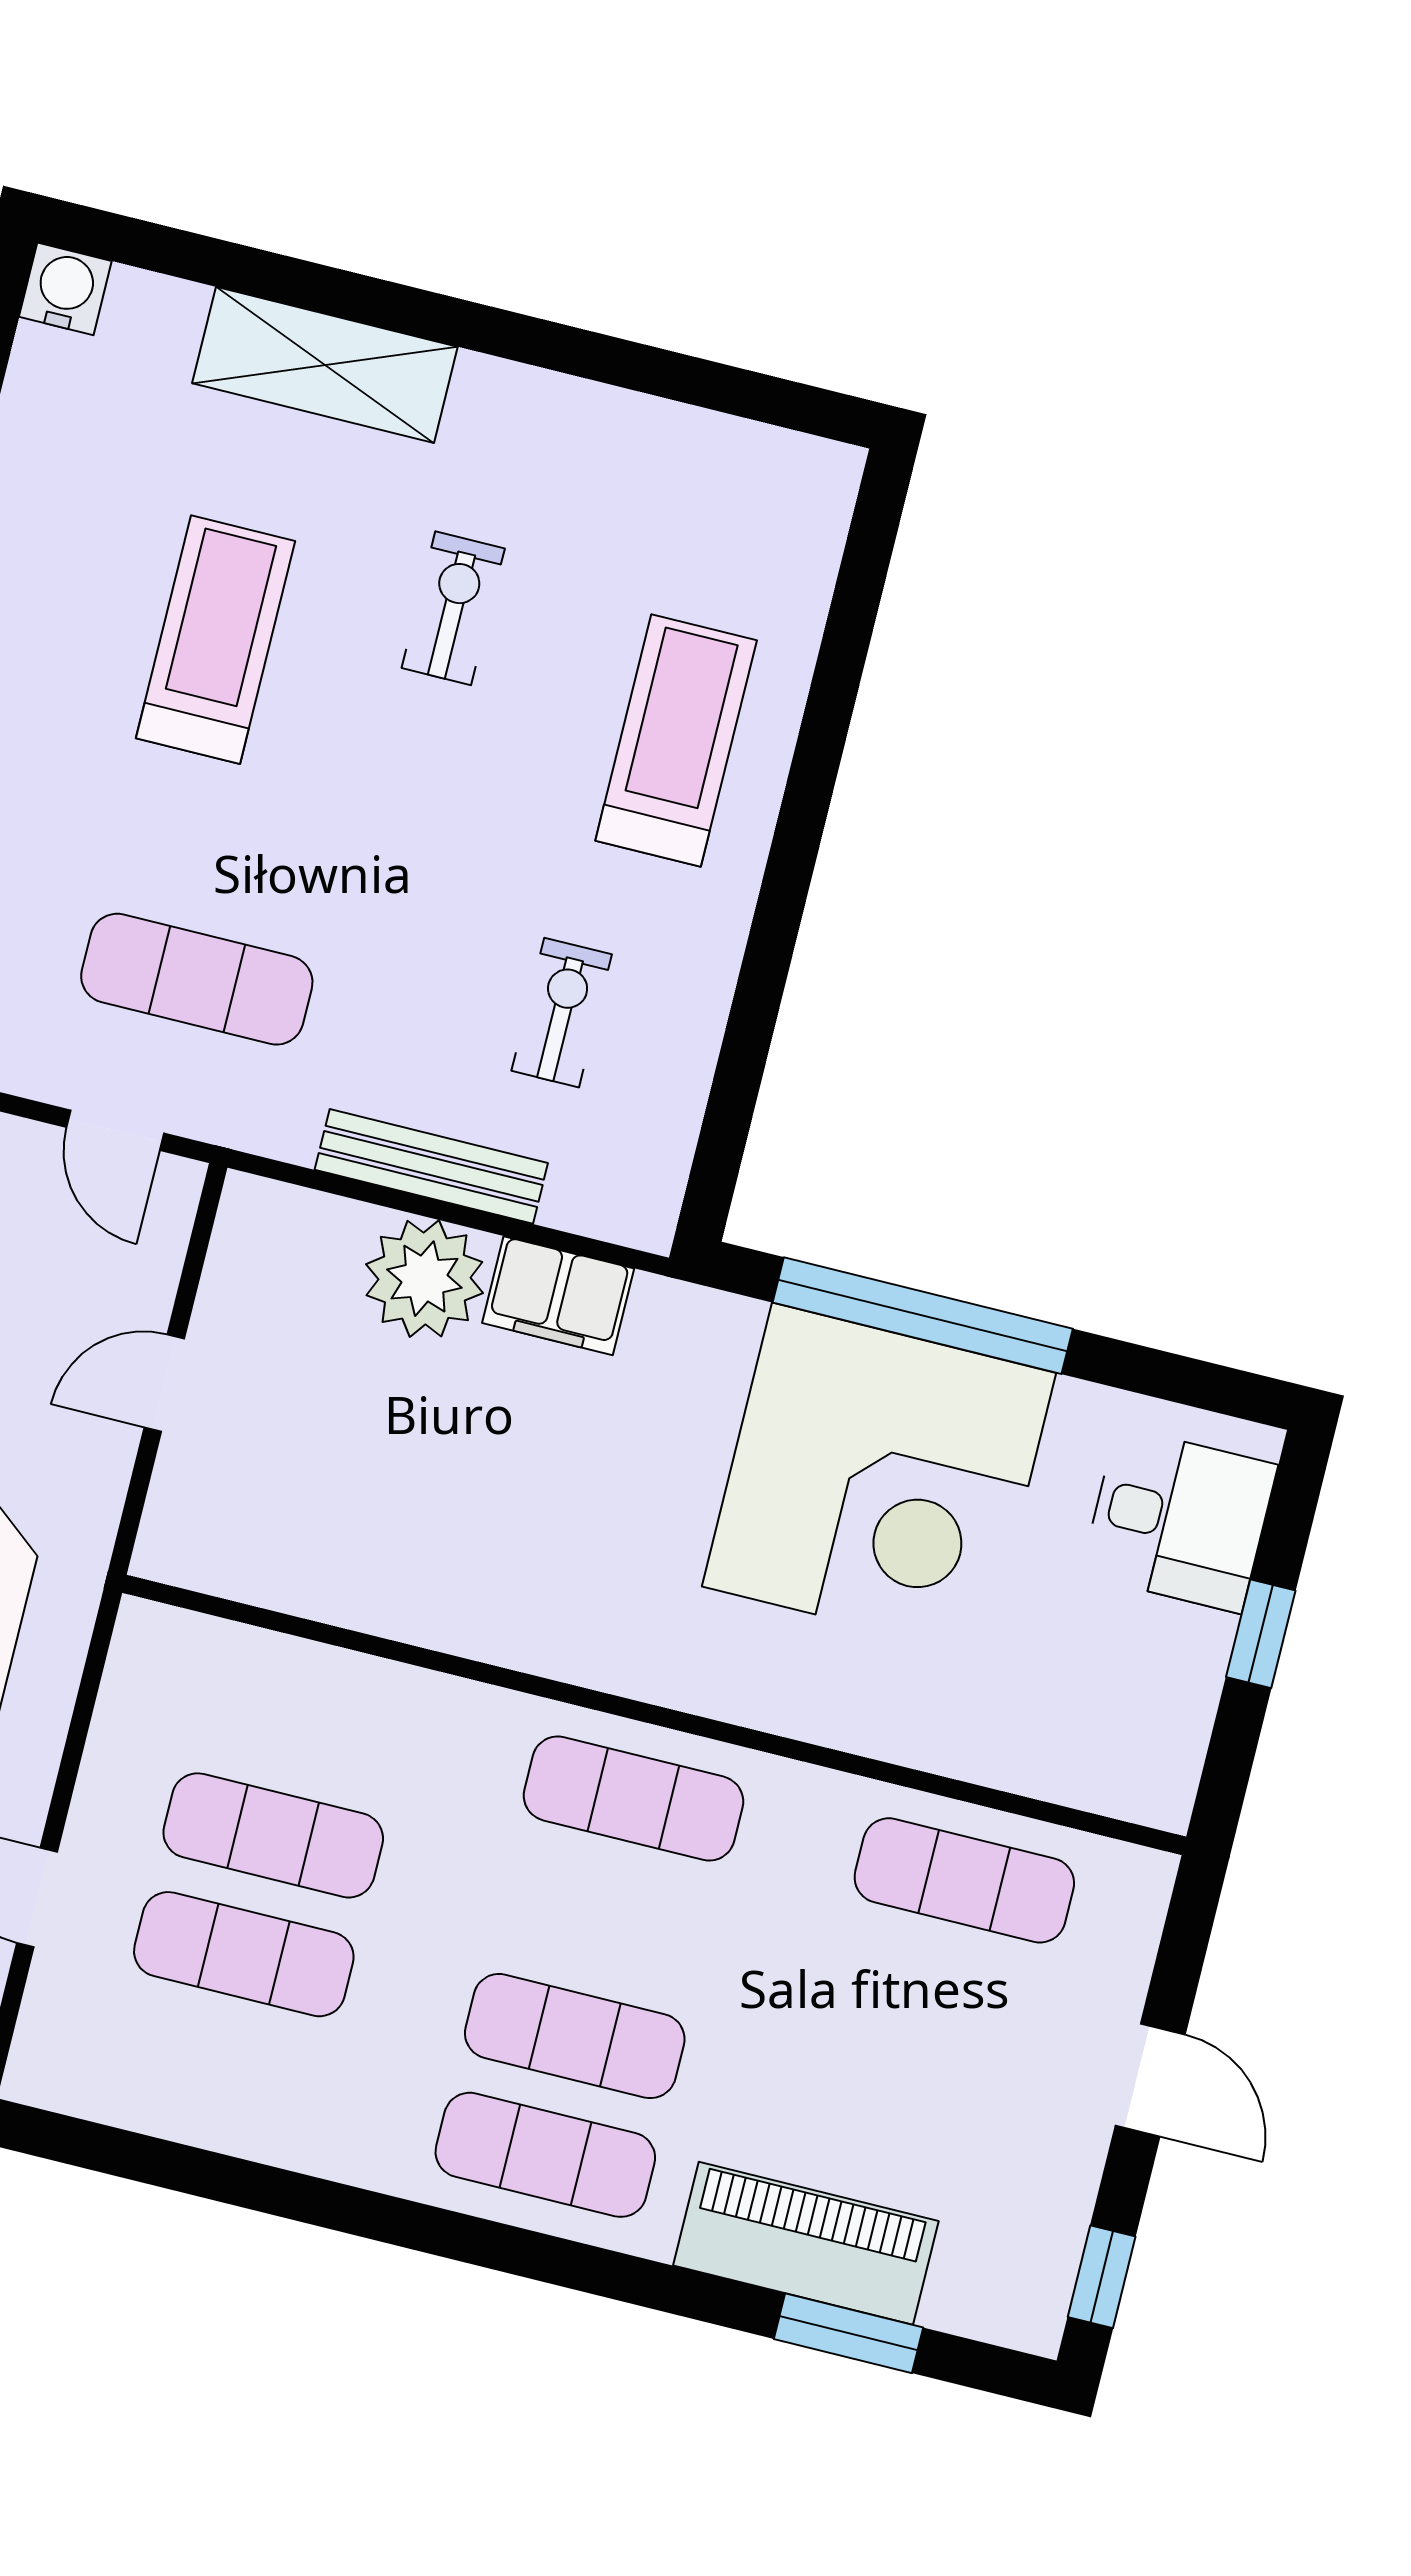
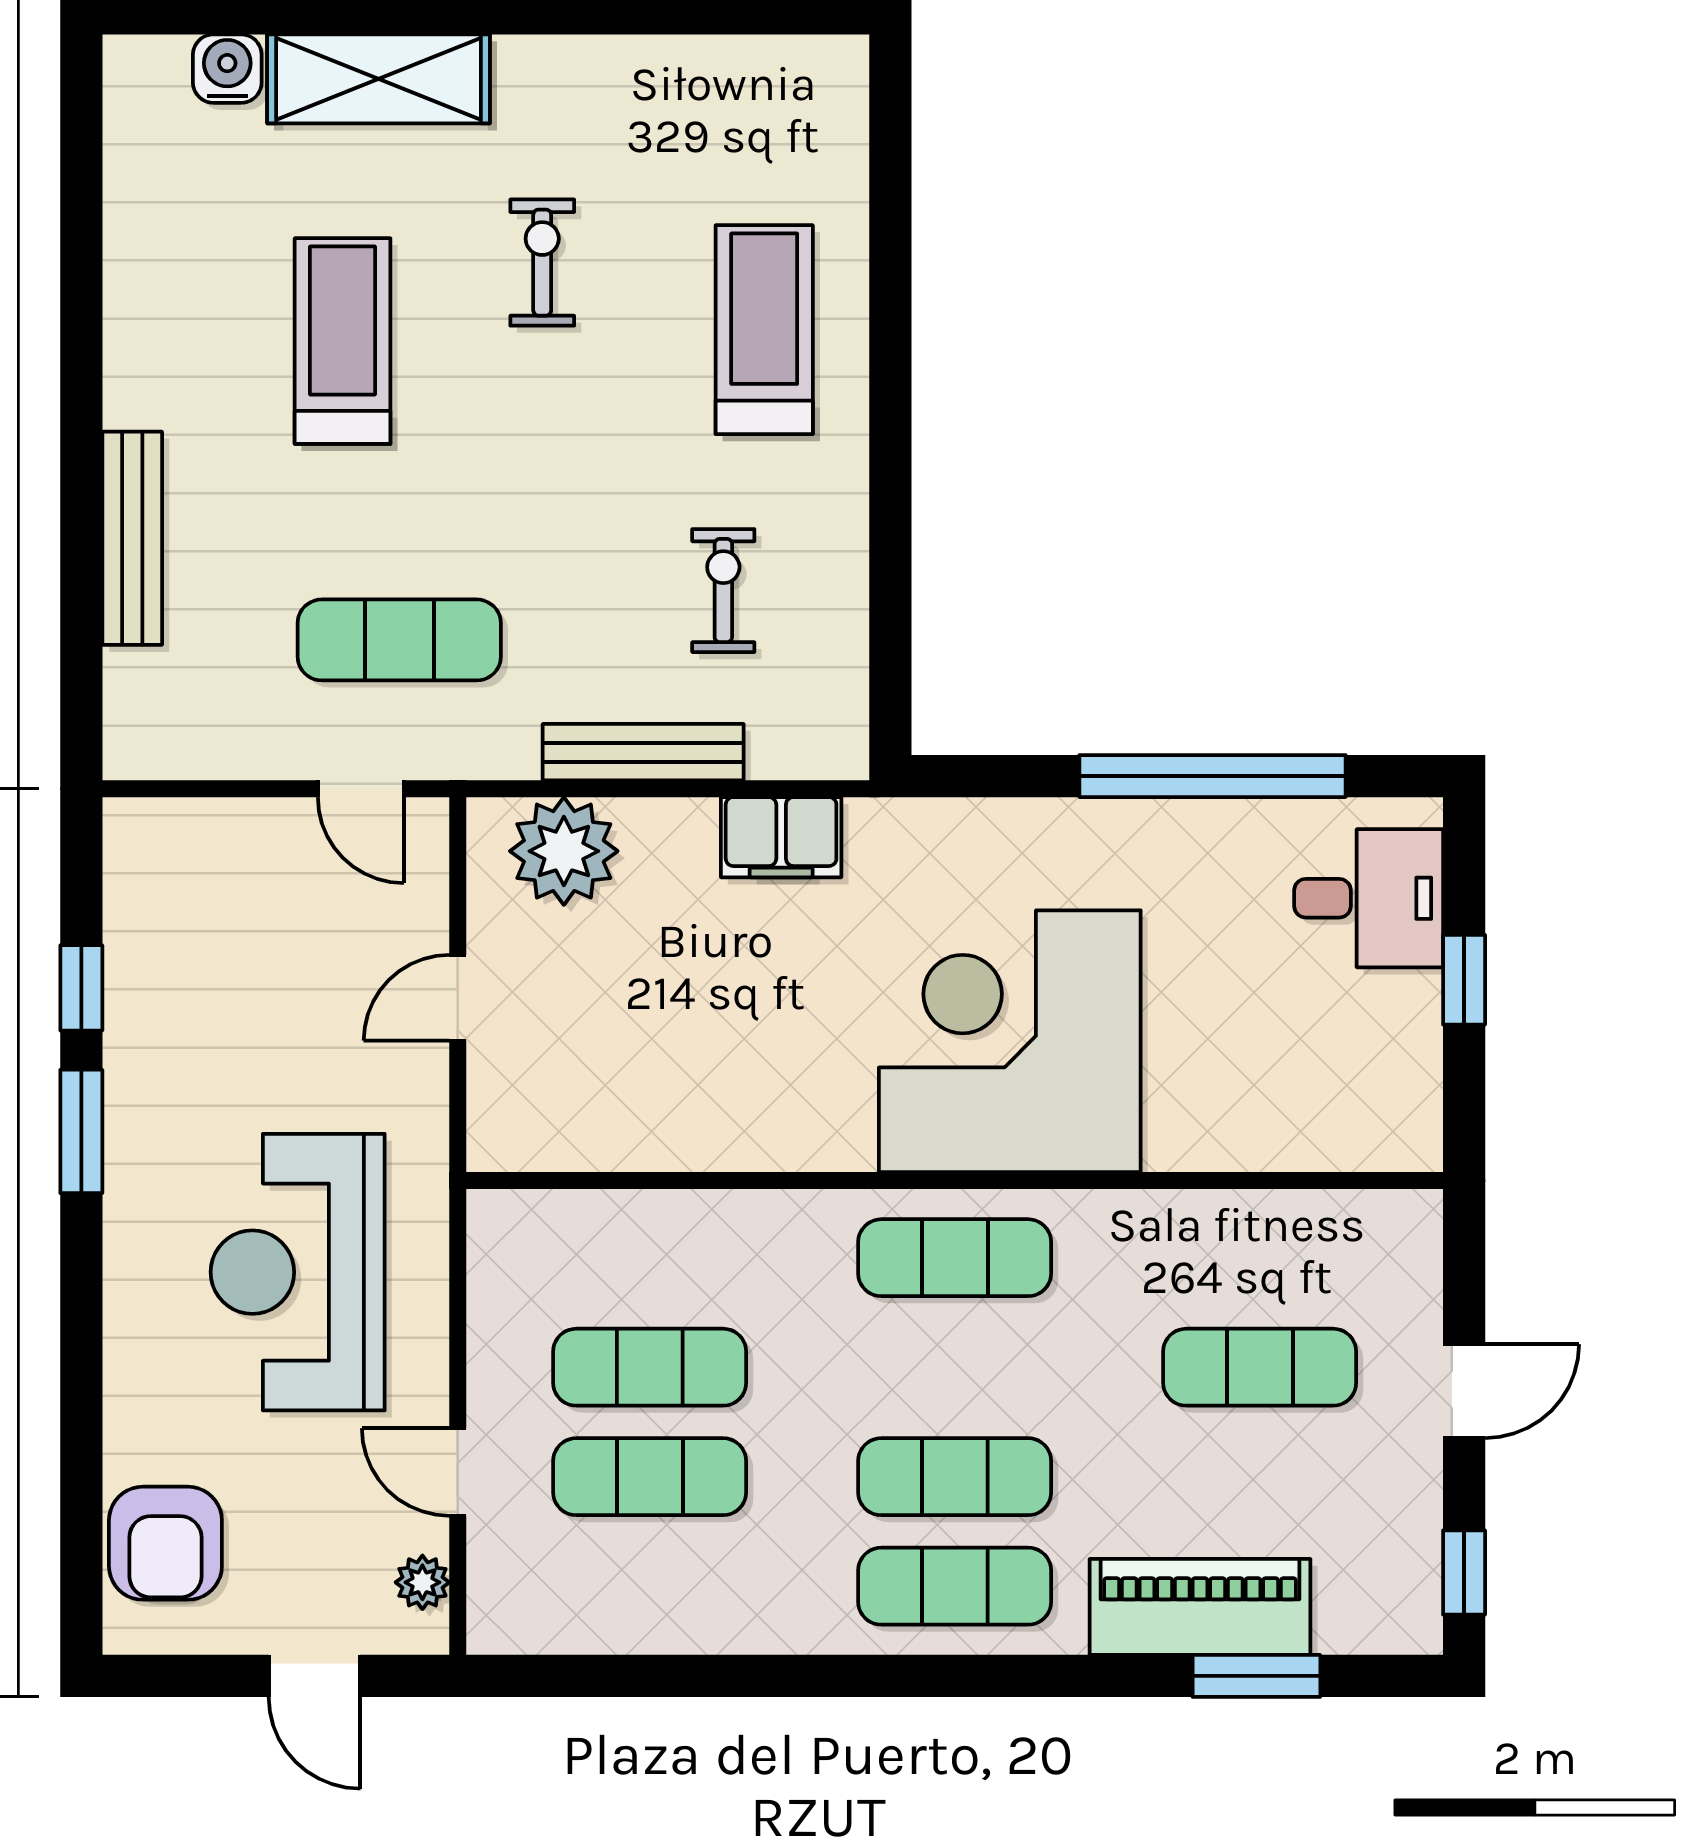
water cooler: (65, 289) -> (227, 69), moved
plant: (424, 1279) -> (564, 851), moved
window: (923, 1316) -> (1213, 776), moved
corner desk: (879, 1480) -> (1010, 1041), moved, turned 180
exercise mat: (964, 1880) -> (1260, 1367), moved
door: (1150, 2080) -> (1464, 1391), hinge flipped

